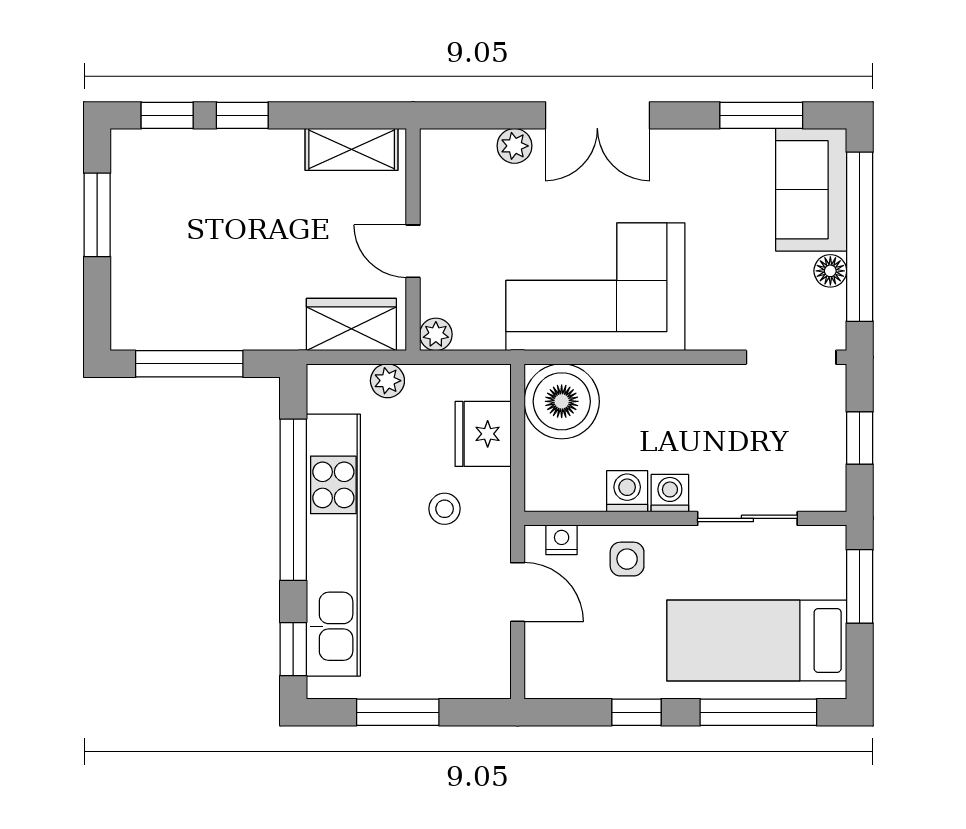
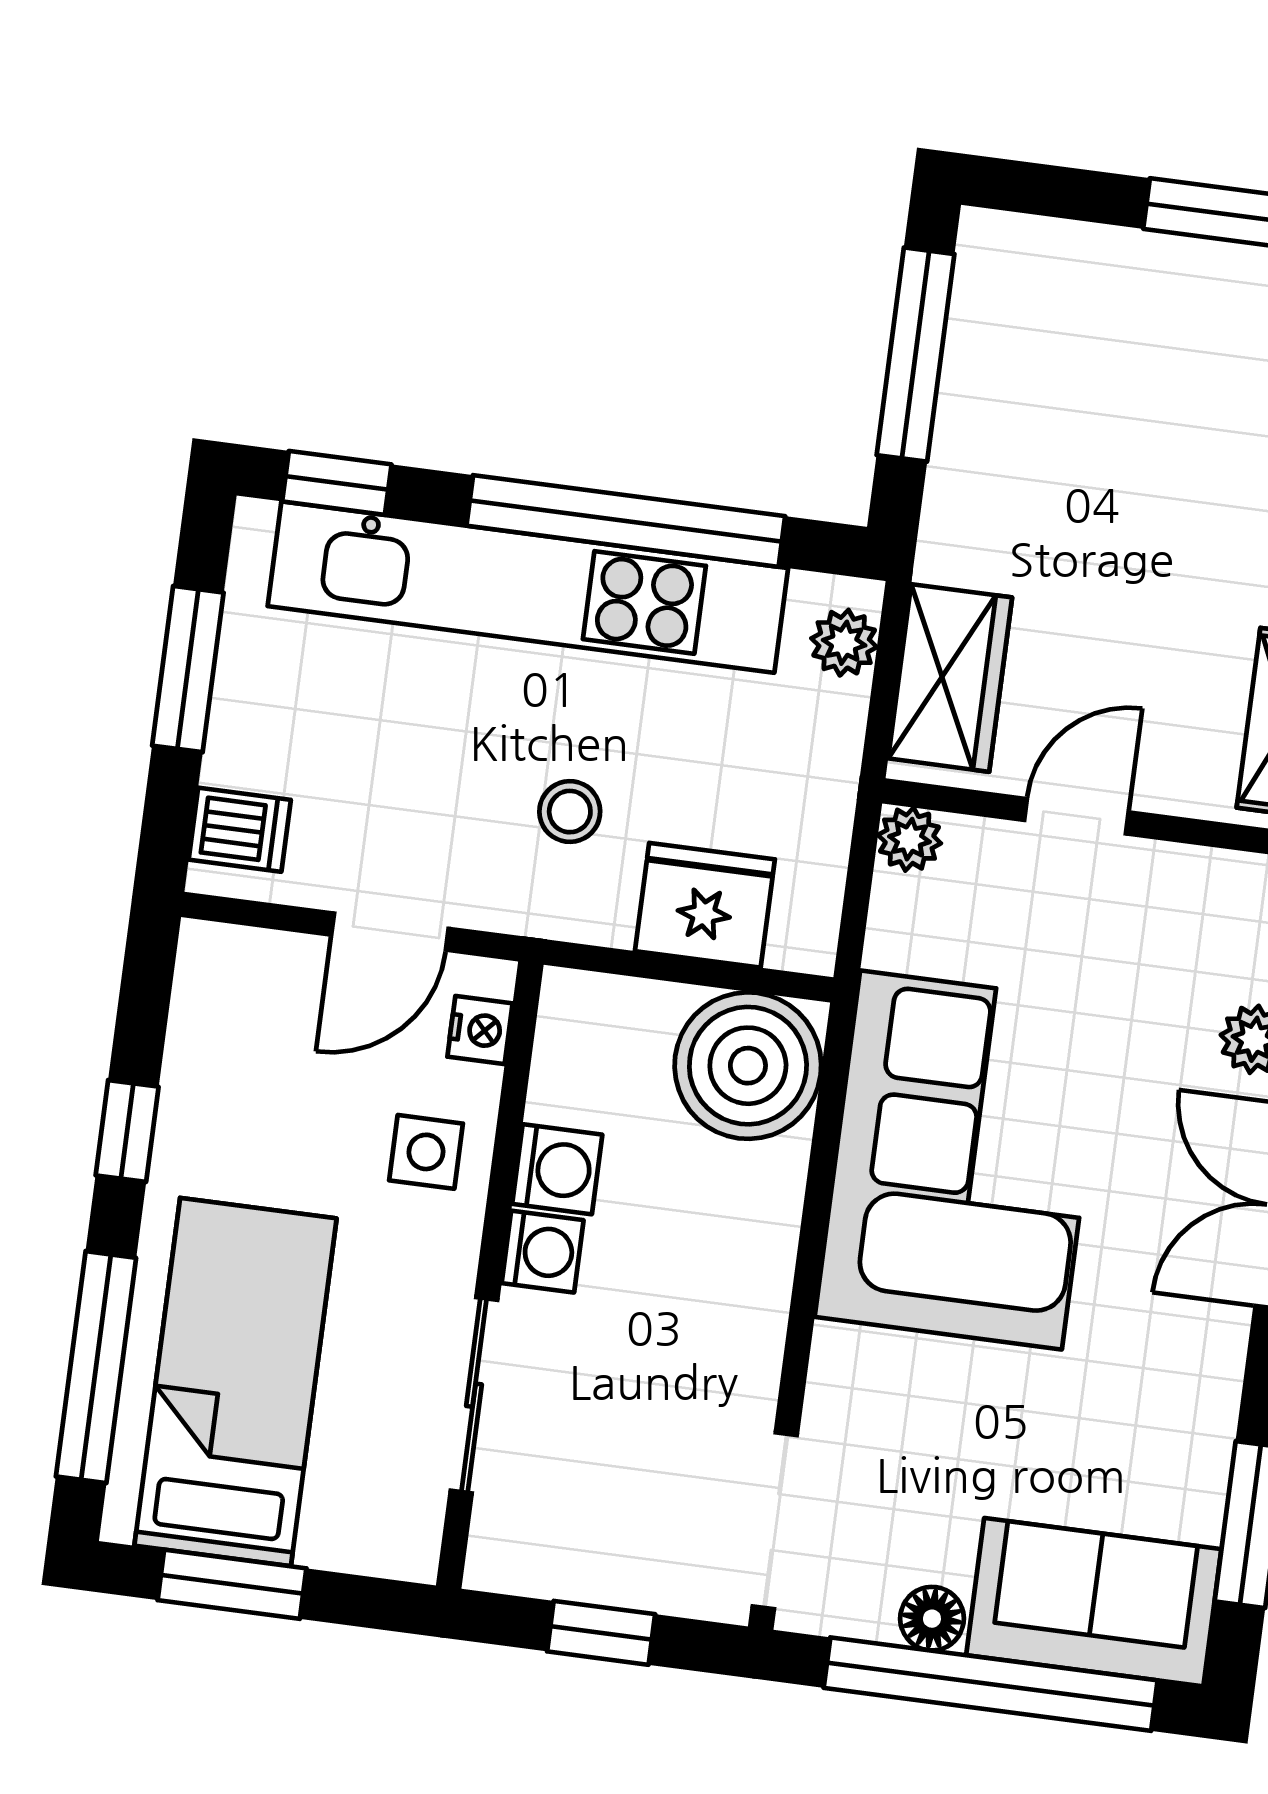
plant: (387, 381) -> (844, 643), moved
window: (860, 586) -> (232, 1584), moved
dishwasher: (476, 675) -> (240, 830), added

